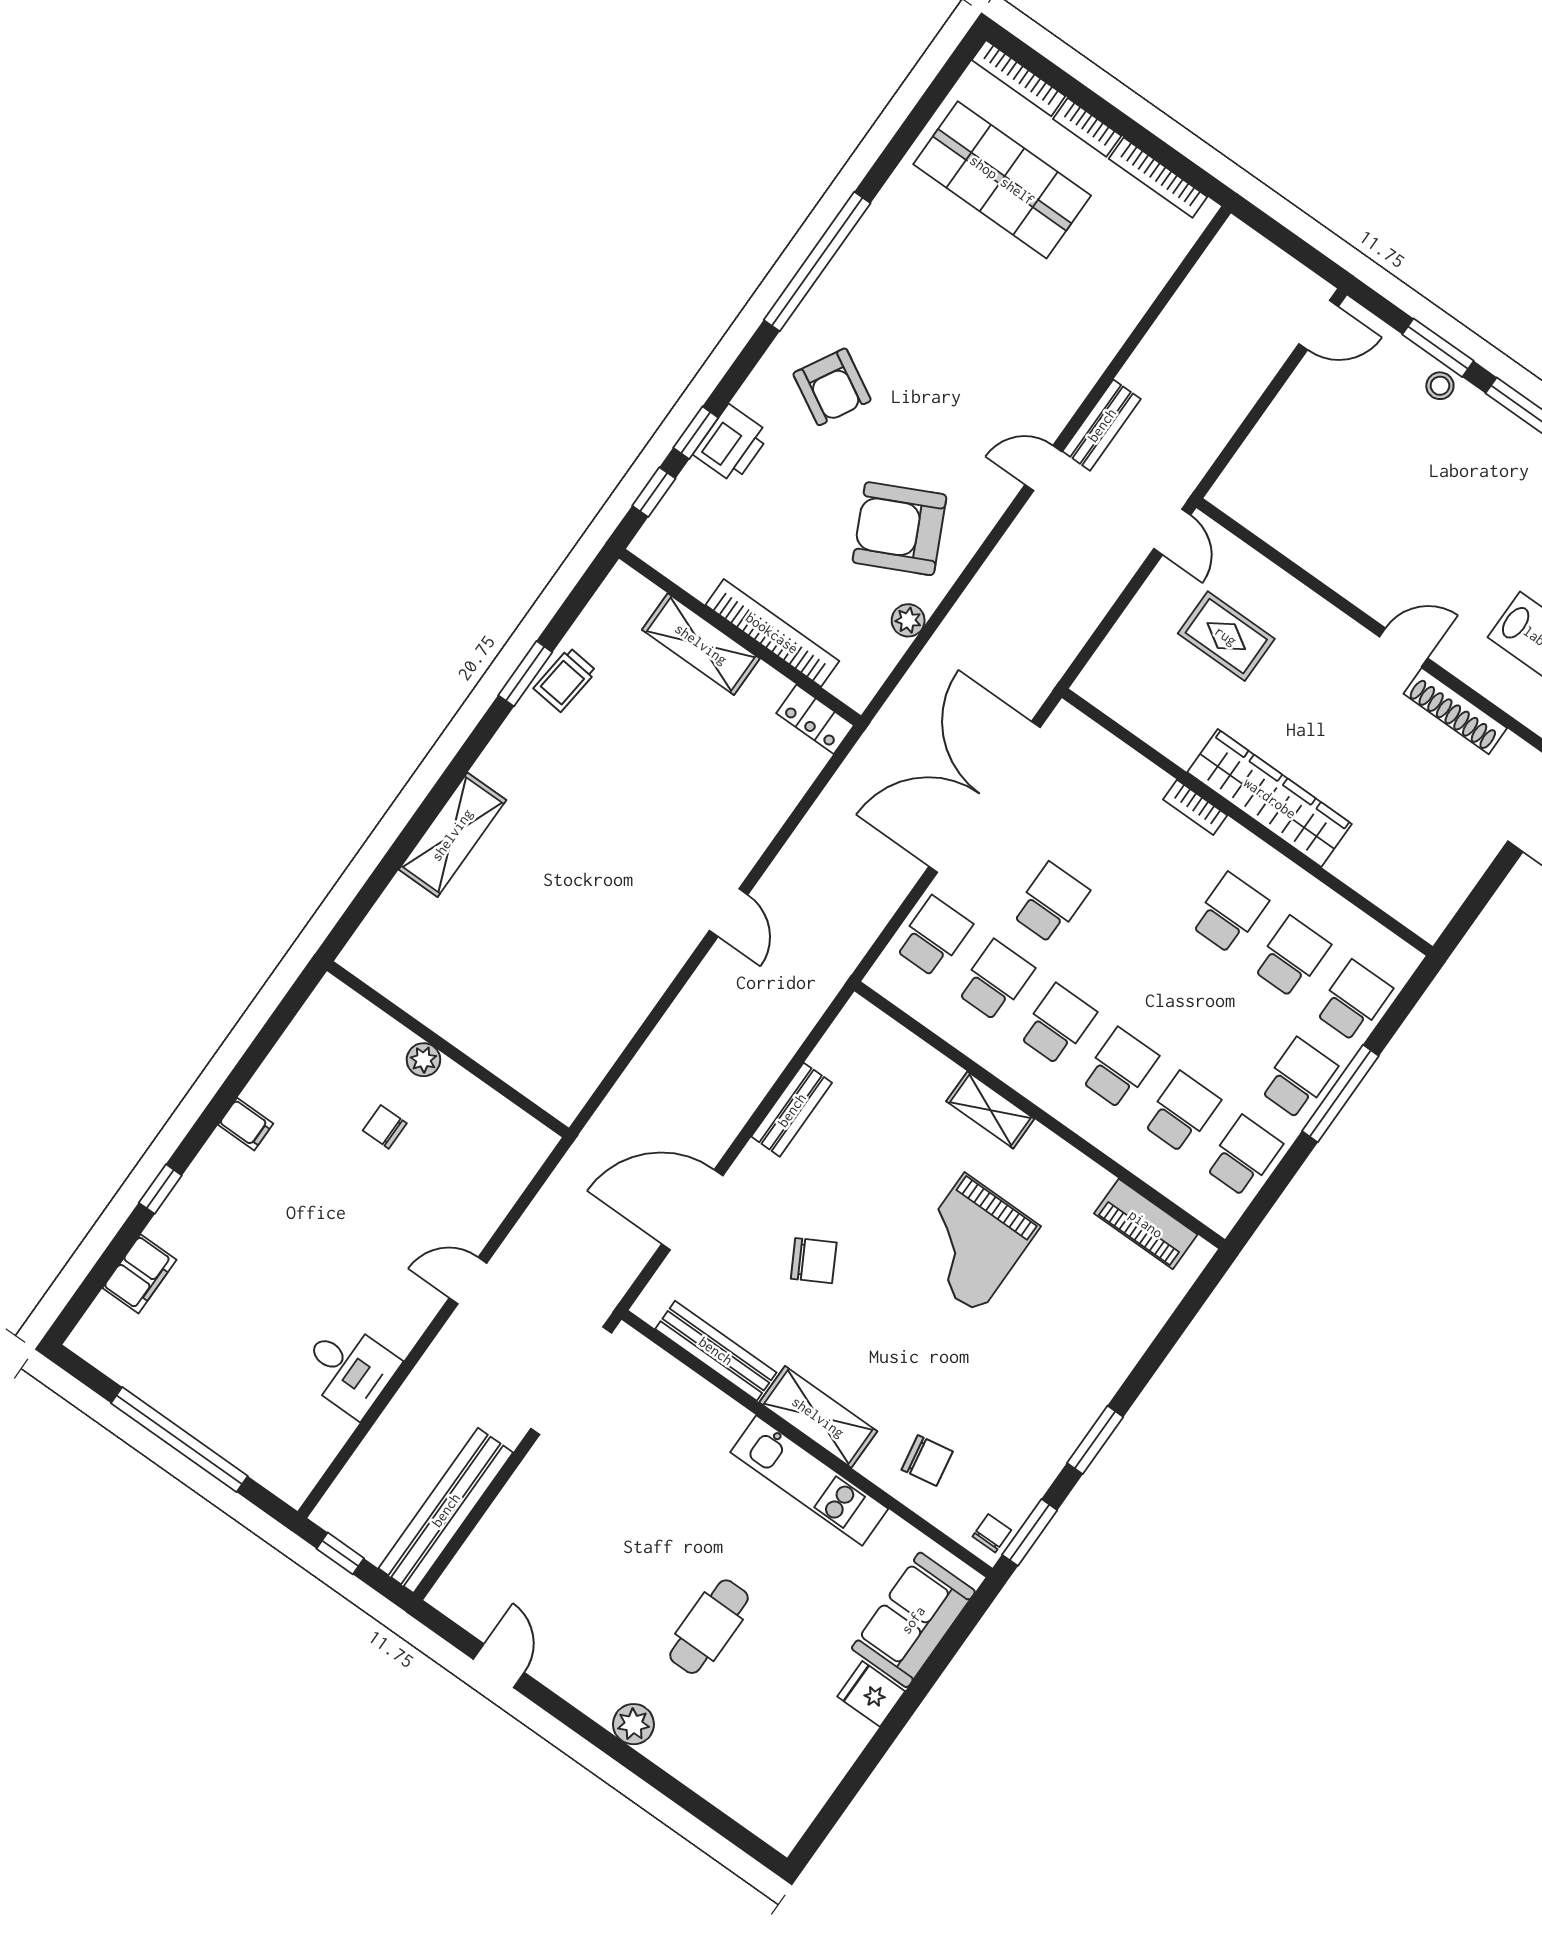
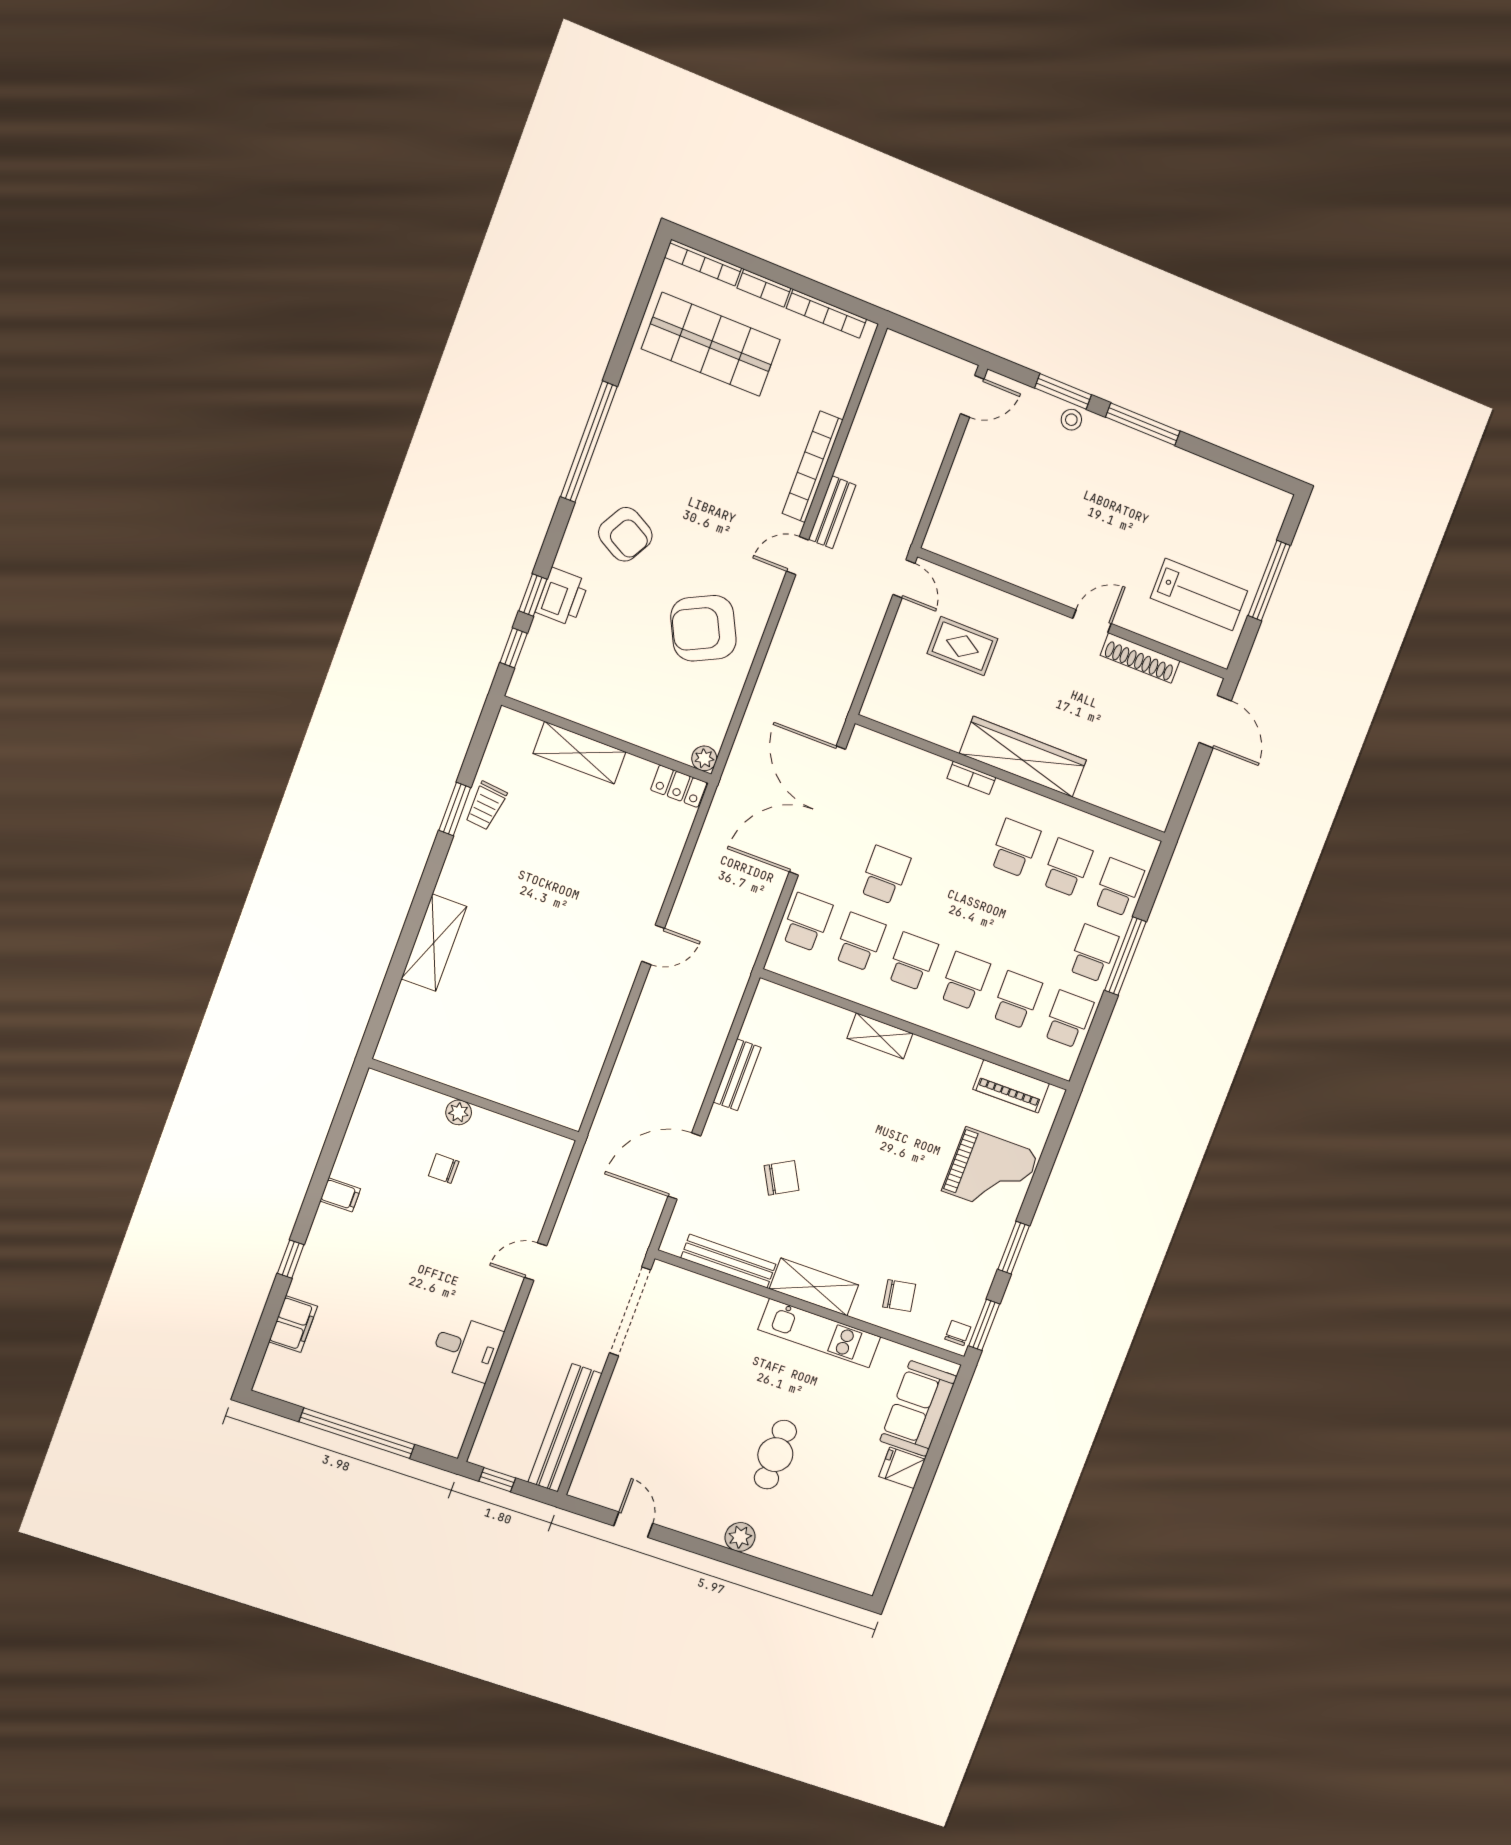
plant: (908, 620) -> (704, 758), moved
bookcase: (772, 633) -> (813, 467), moved, turned -90
door: (729, 913) -> (653, 945), hinge flipped
grand piano: (972, 1243) -> (990, 1172), moved, turned -90

